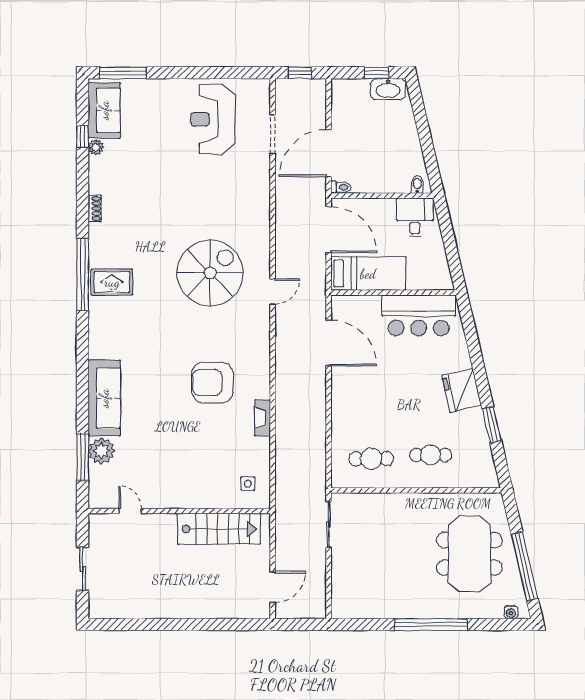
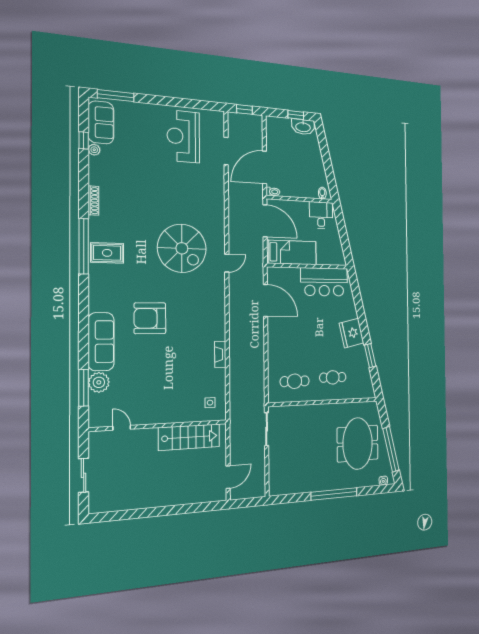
shoe rack: (95, 208) -> (93, 201), width x1.43
spiral stairs: (210, 273) -> (182, 248), turned 90
armchair: (212, 383) -> (150, 318), moved

